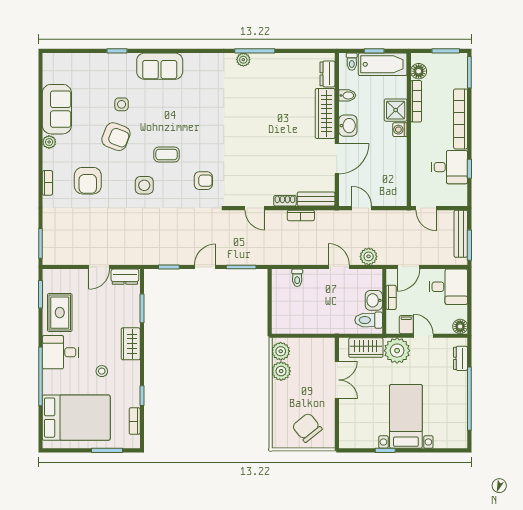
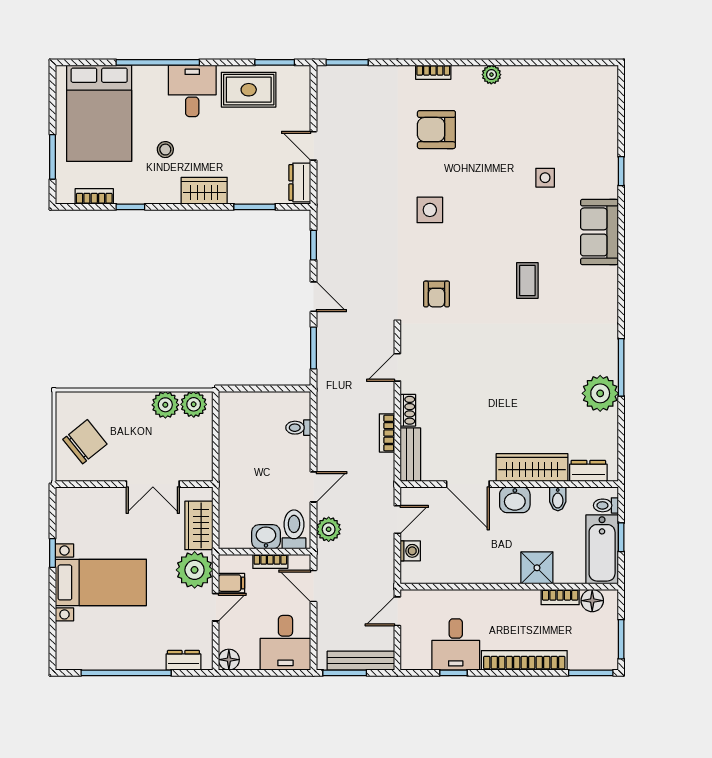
plant: (243, 60) -> (600, 393), moved, width x1.87, depth x1.87
bookcase: (416, 101) -> (560, 597), width x0.64
sofa: (57, 109) -> (538, 86), removed
washing machine: (400, 130) -> (410, 551), moved, turned 90
armchair: (116, 137) -> (499, 170), removed
coffee table: (167, 155) -> (527, 280), moved
toilet: (369, 320) -> (294, 529), moved

